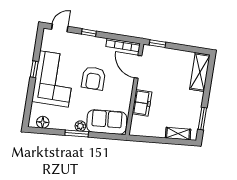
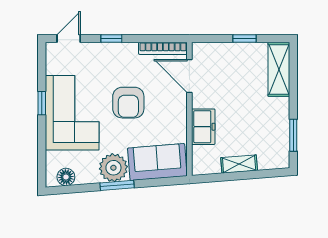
window: (157, 44) -> (244, 38), moved
plant: (80, 126) -> (113, 168), width x1.87, depth x1.87
shelving: (178, 134) -> (239, 164), moved

